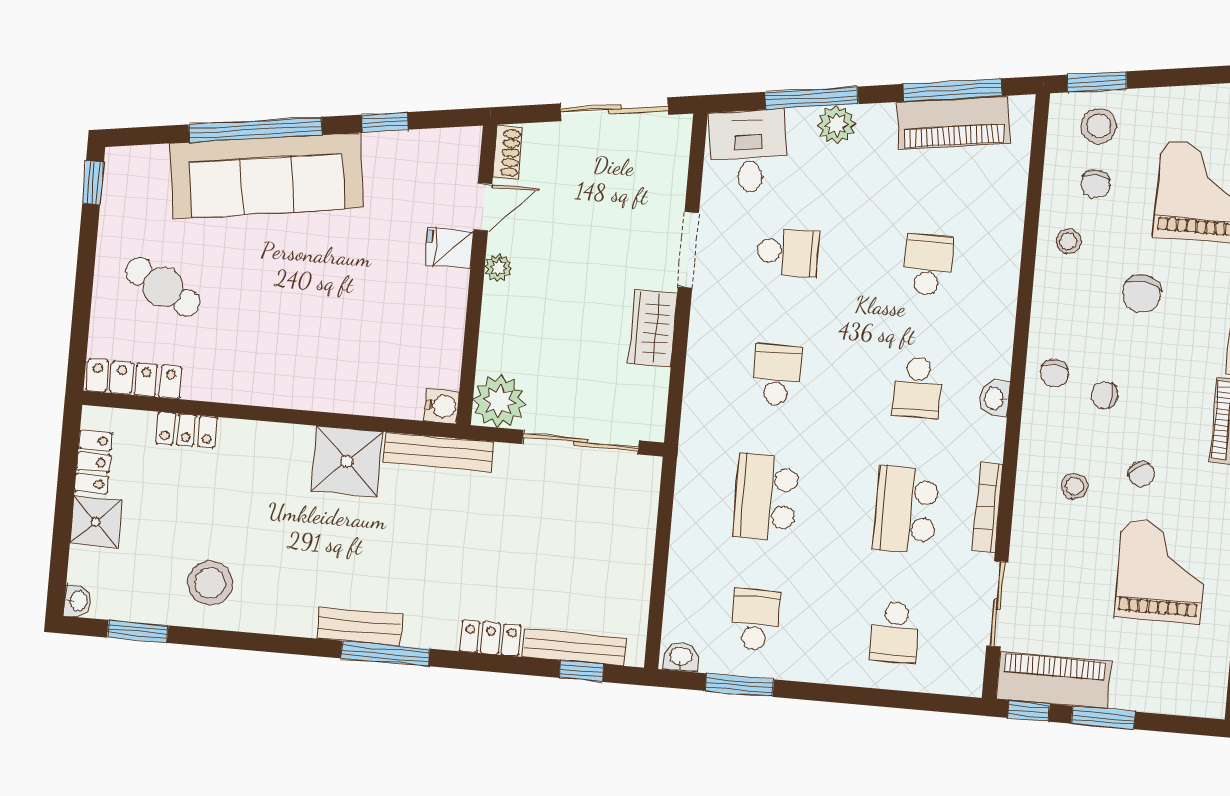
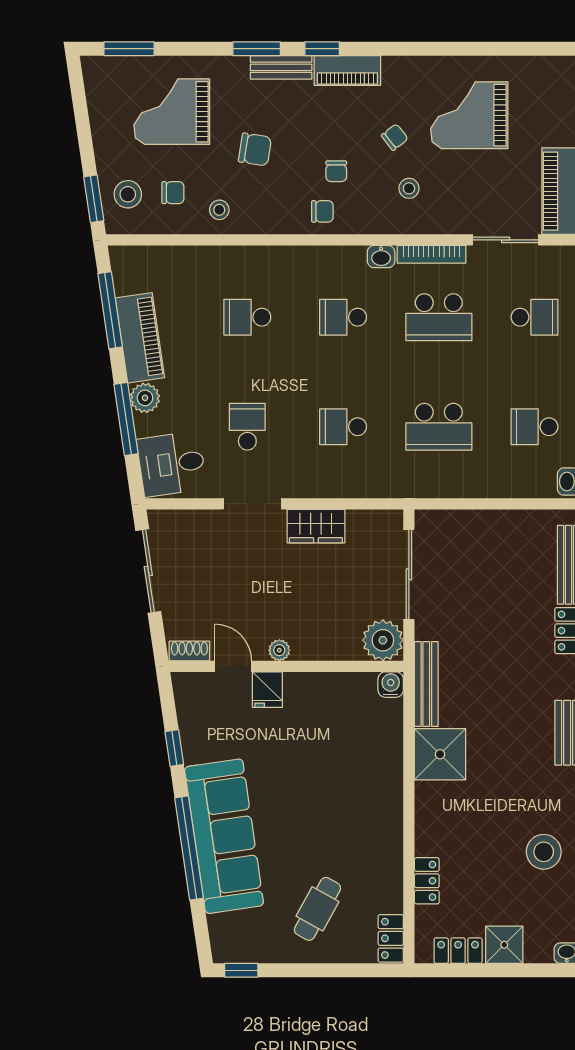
piano: (953, 123) -> (140, 338), moved
locker: (134, 379) -> (391, 938), width x0.66
school desk: (917, 387) -> (343, 317), turned 180
washbasin: (994, 398) -> (381, 256), moved

